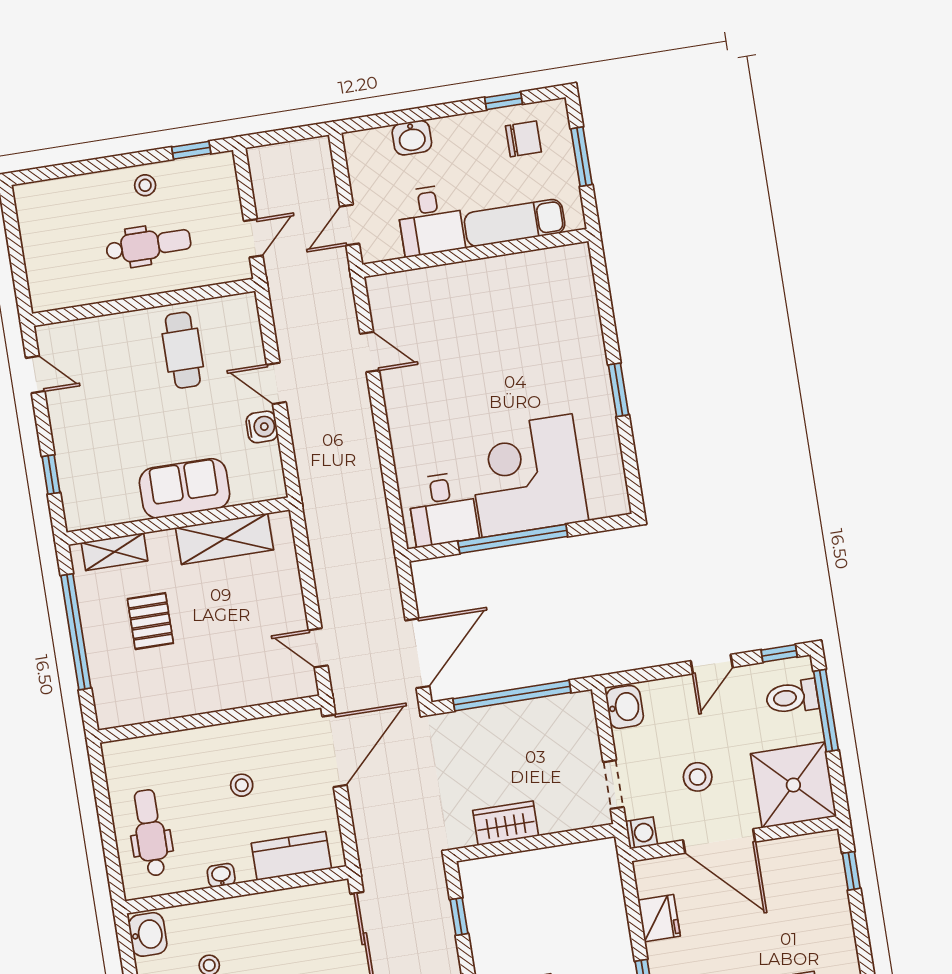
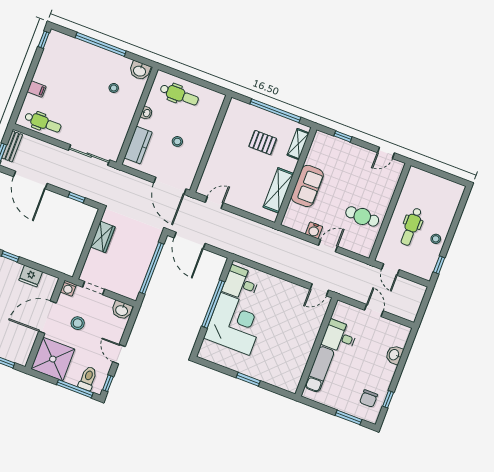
desk: (430, 220) -> (339, 337), moved
exam couch: (515, 223) -> (319, 369), moved
wall: (475, 253) -> (316, 347), moved

